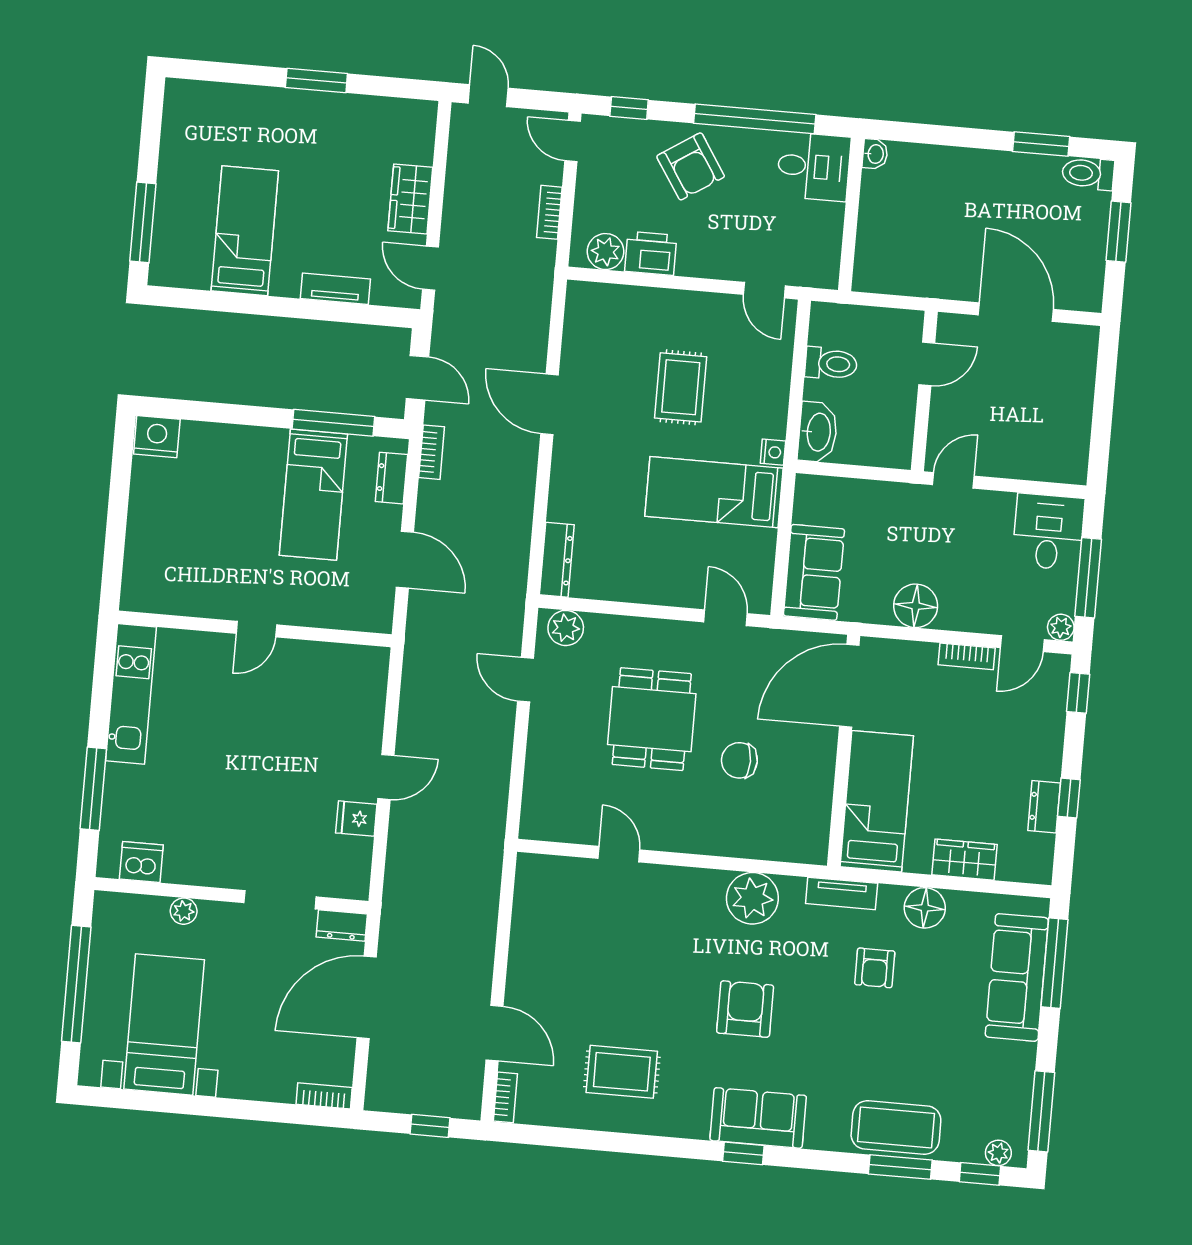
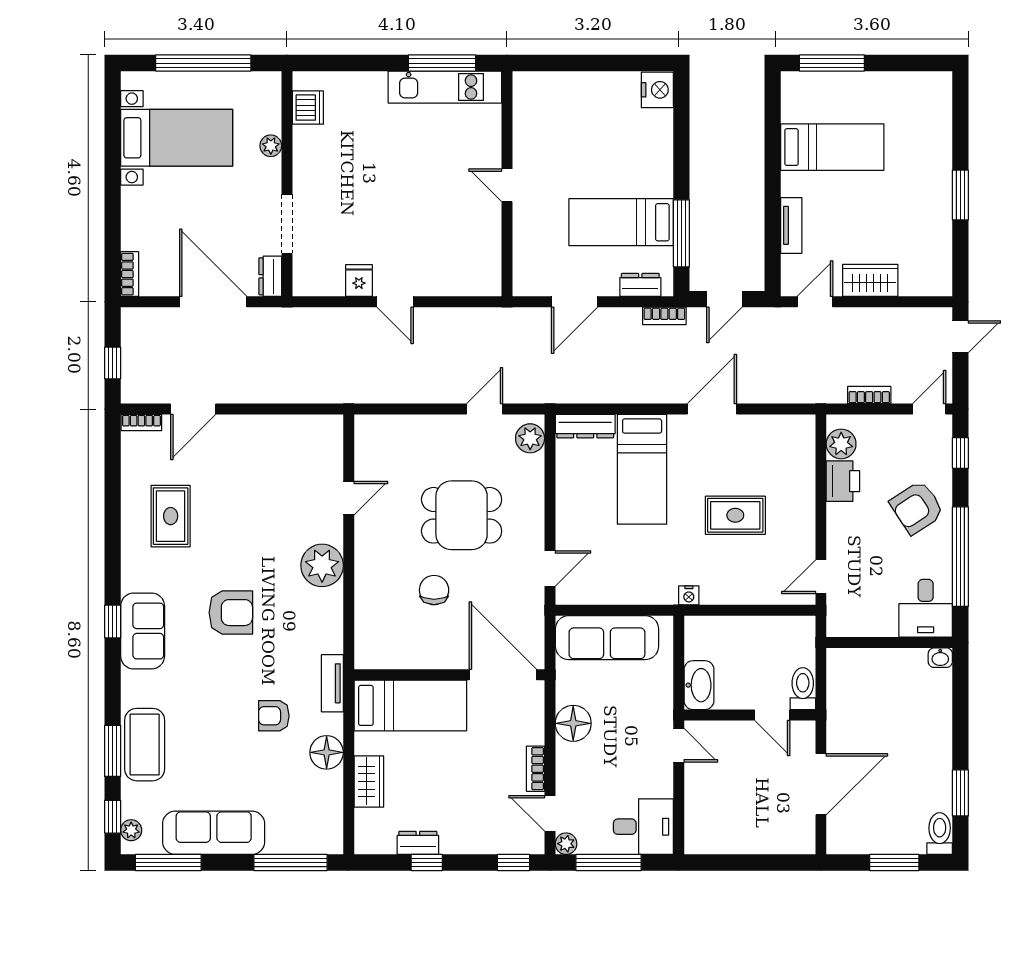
toilet: (831, 364) -> (803, 689), moved, turned 180
washbasin: (818, 432) -> (699, 685), moved, turned -90
bed: (714, 492) -> (642, 469), moved, turned 180
sofa: (814, 572) -> (607, 638), width x1.36
window: (93, 789) -> (442, 63), moved
plant: (752, 898) -> (322, 565), moved
sofa: (1017, 977) -> (214, 833), moved

